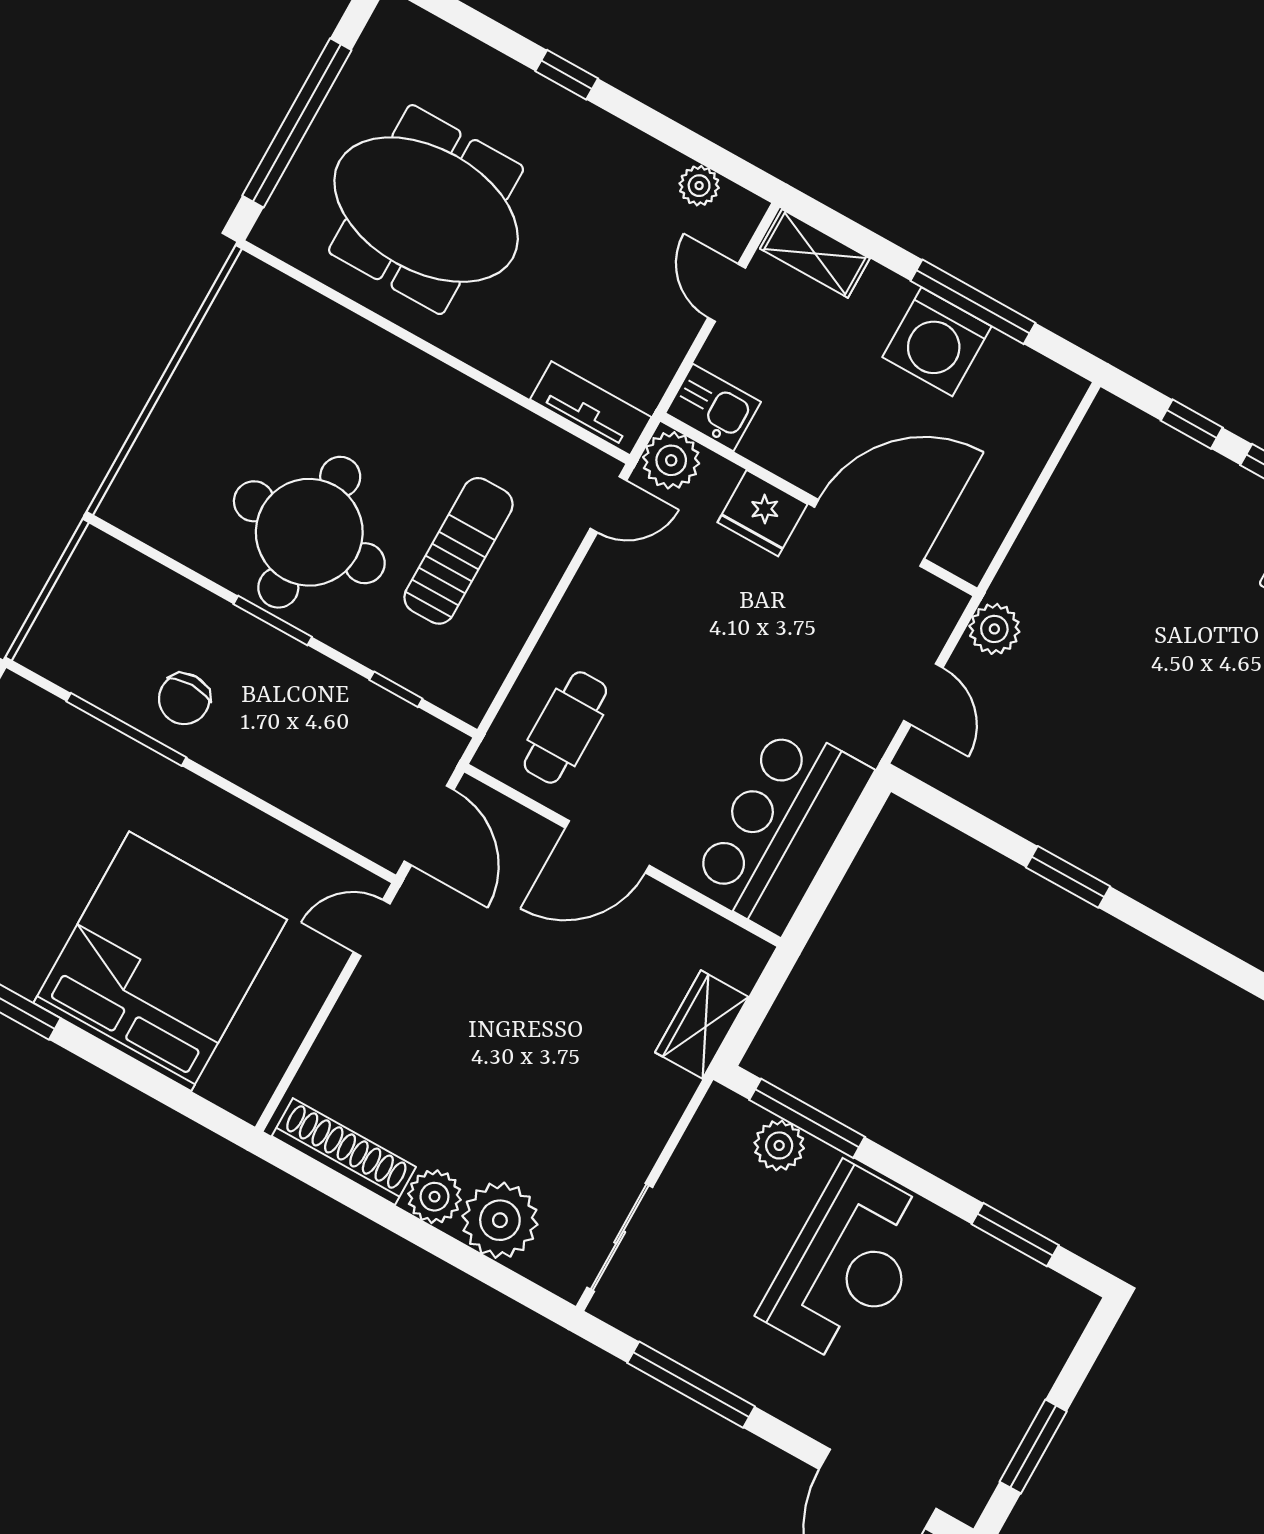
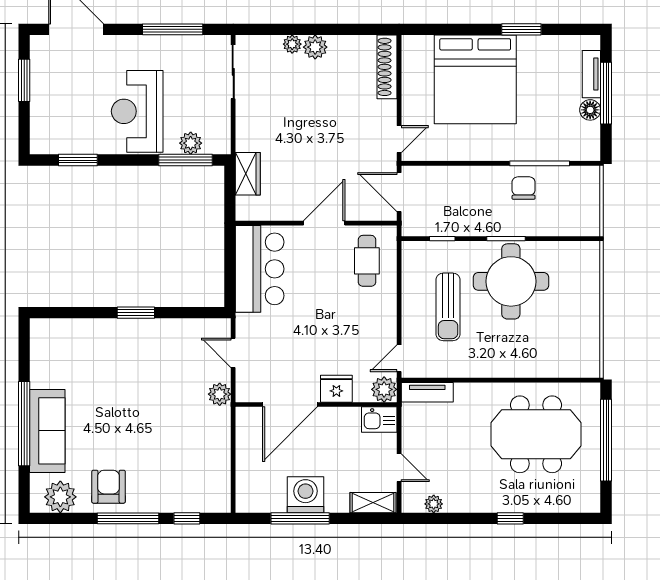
shoe rack: (344, 1152) -> (387, 67), moved, turned 90
plant: (500, 1220) -> (292, 44), width x0.53, depth x0.53

